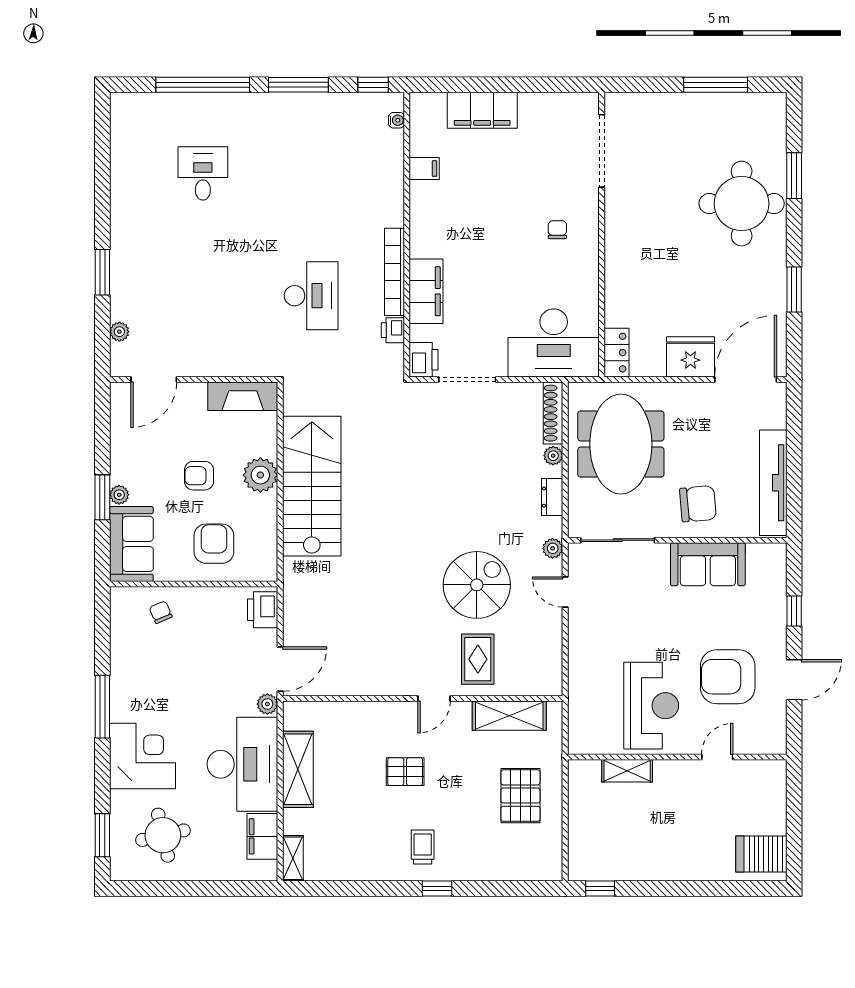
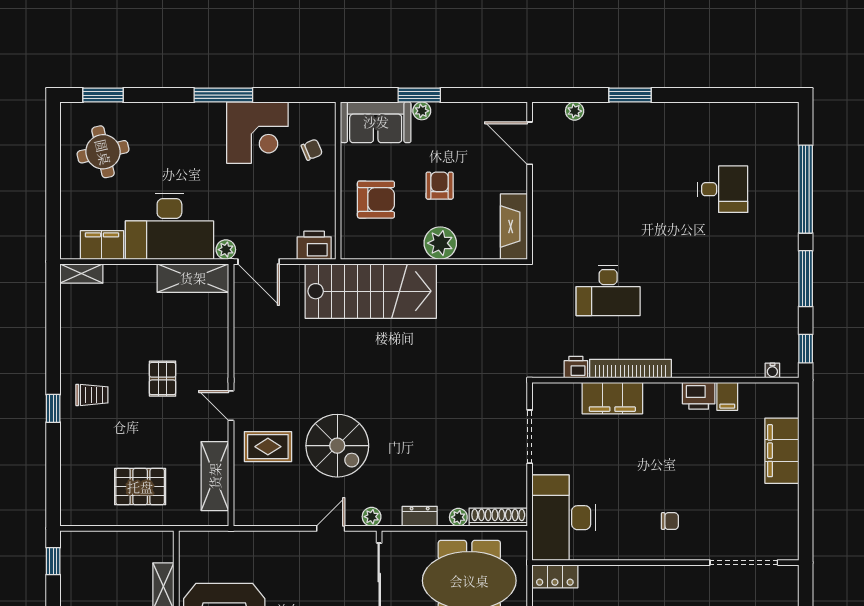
printer: (424, 360) -> (699, 396), moved
stairs: (312, 486) -> (371, 291), moved
corner desk: (142, 756) -> (257, 133), moved
shelving: (298, 769) -> (193, 278), moved

